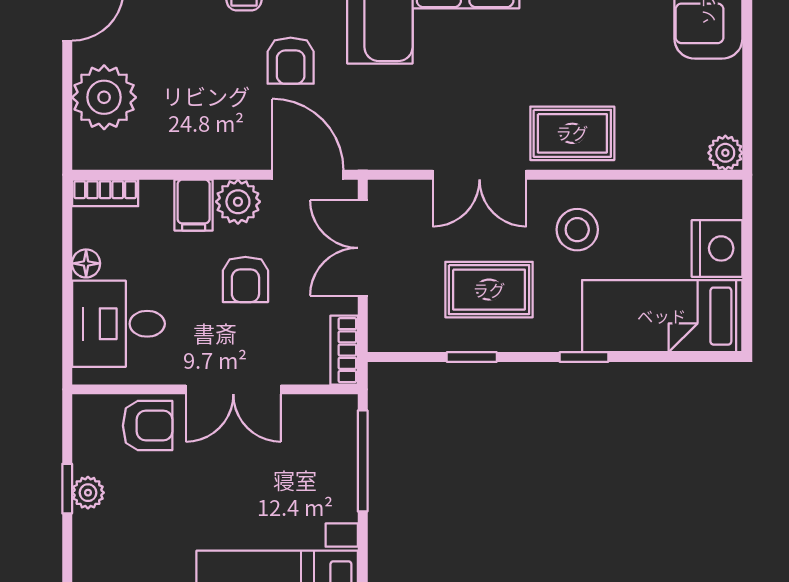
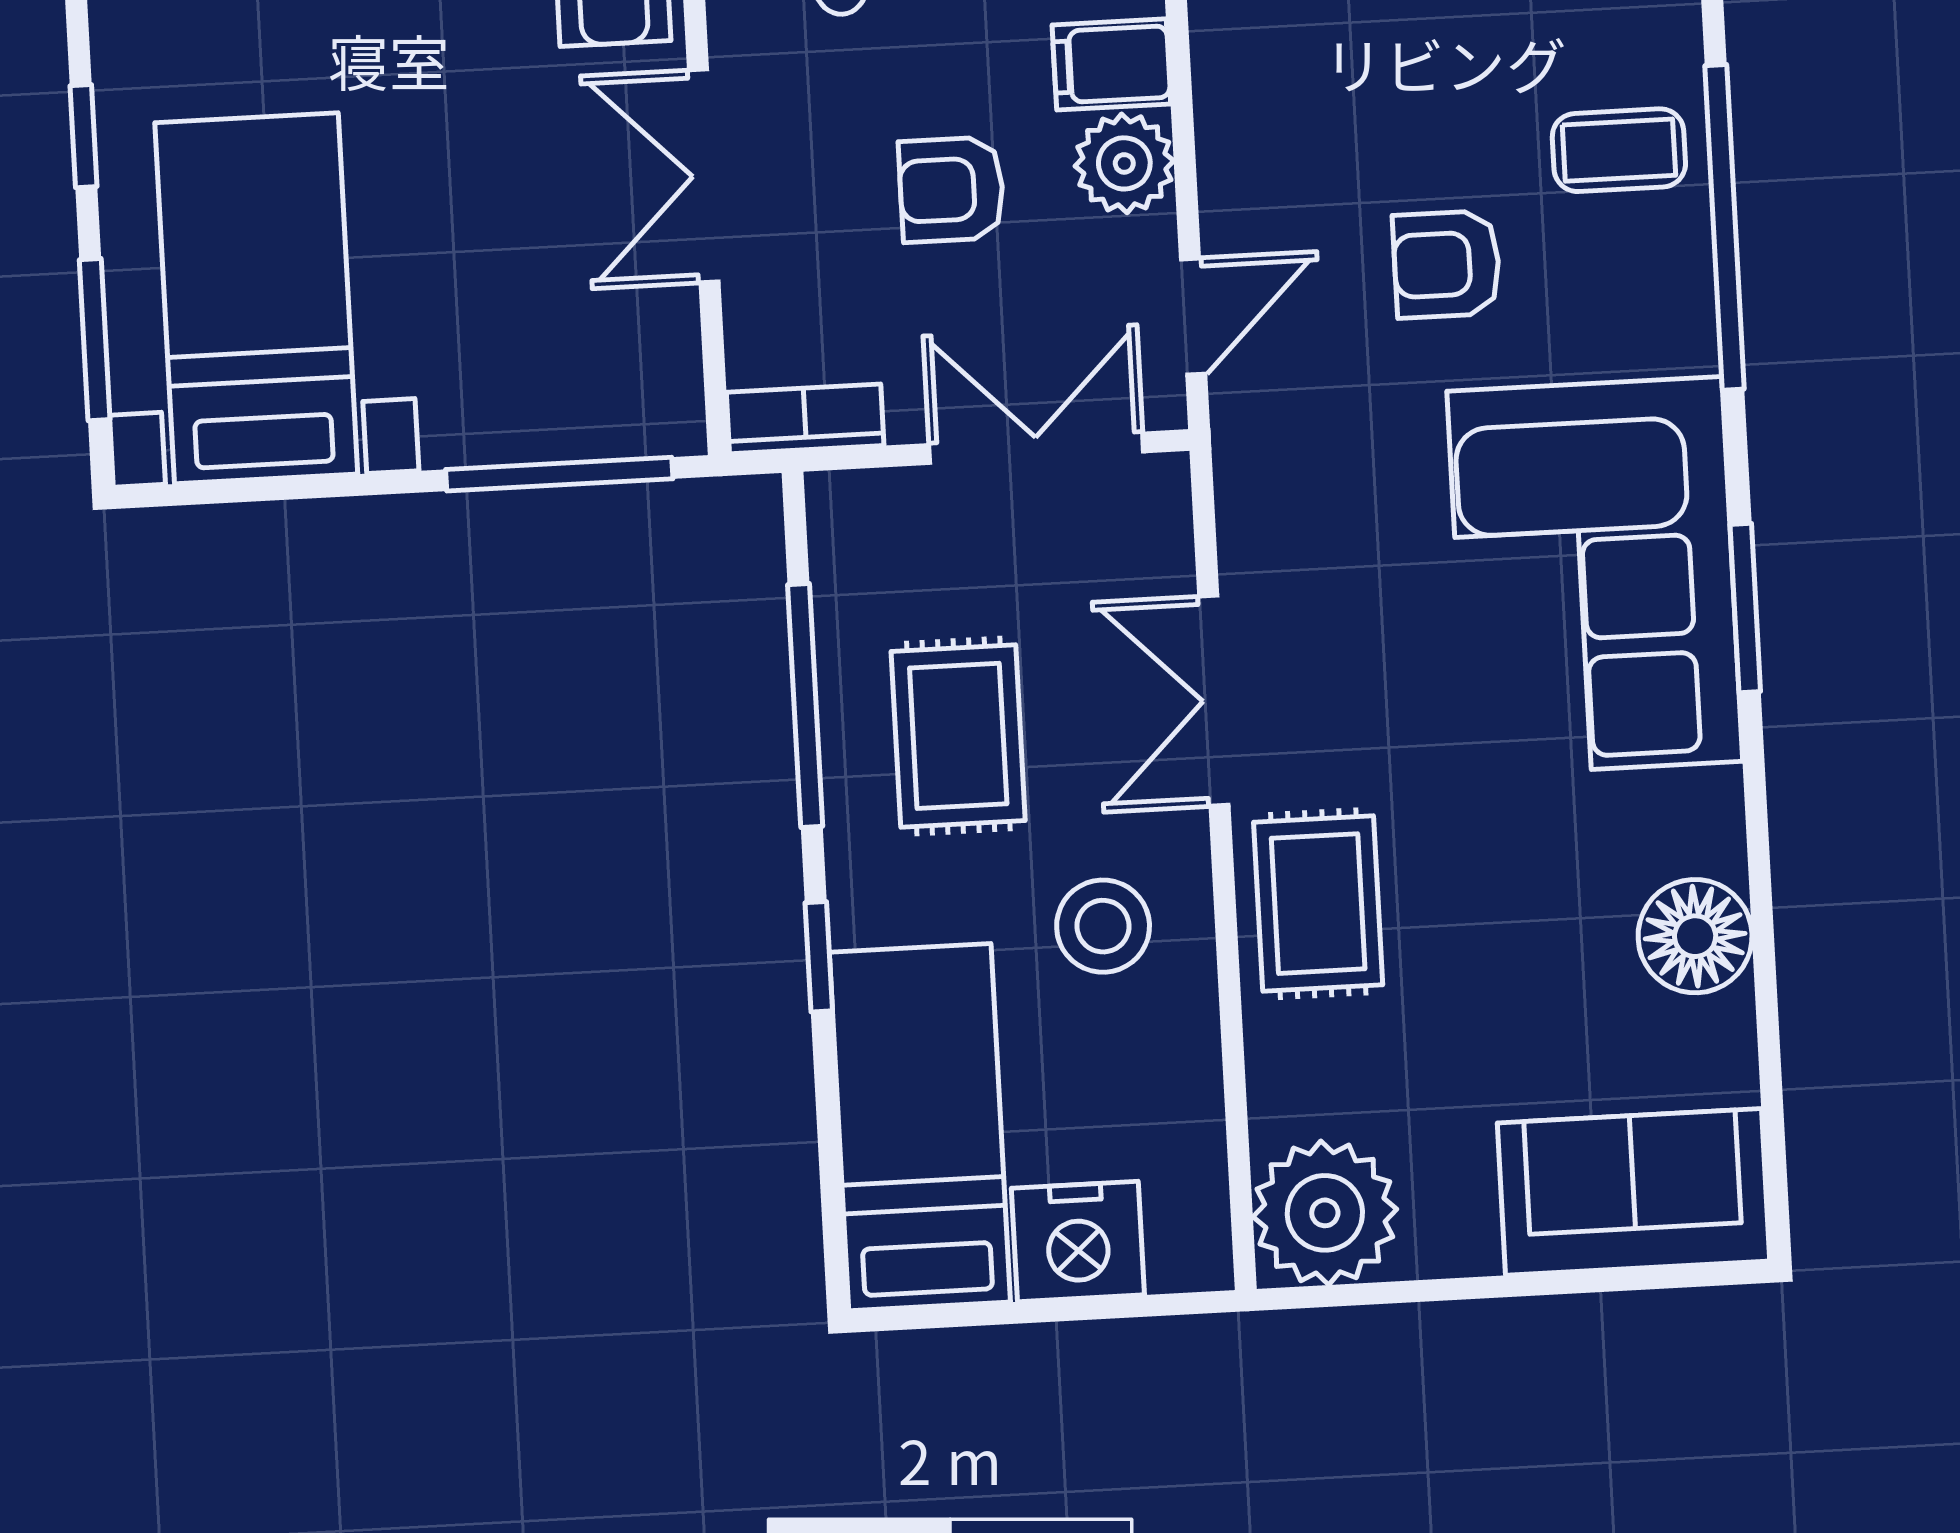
plant: (725, 153) -> (1325, 1213), width x1.88, depth x1.88
door: (308, 175) -> (1193, 316), width x0.73
window: (472, 357) -> (805, 706), width x2.17

